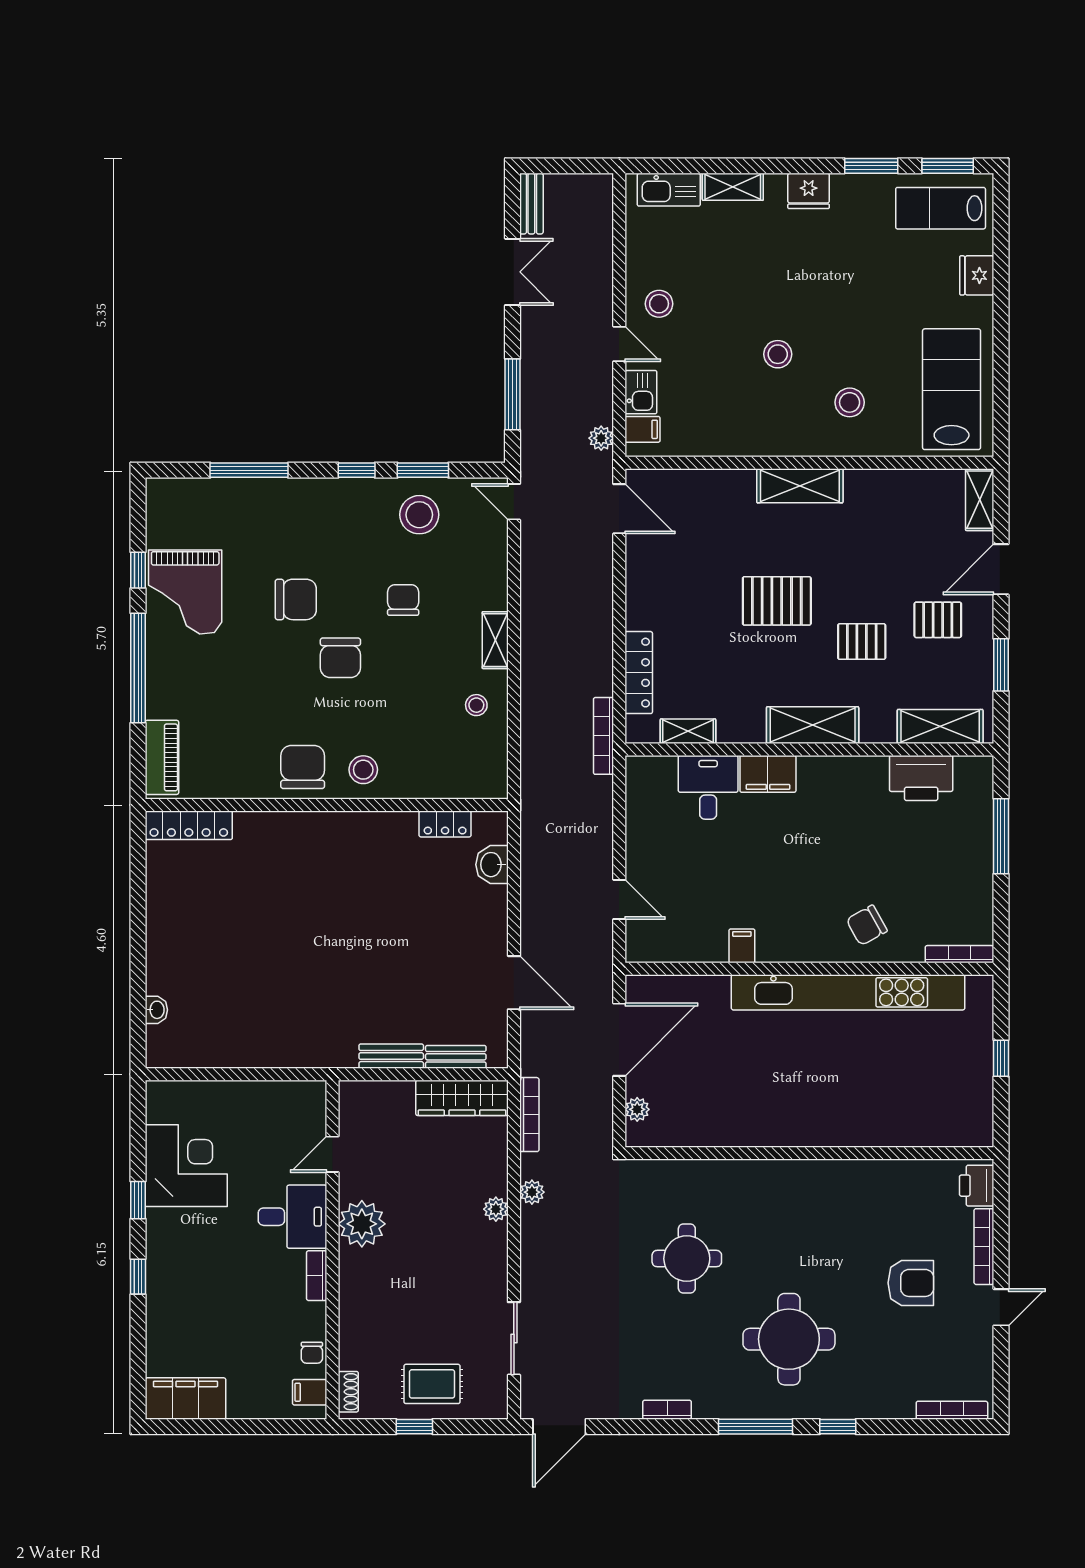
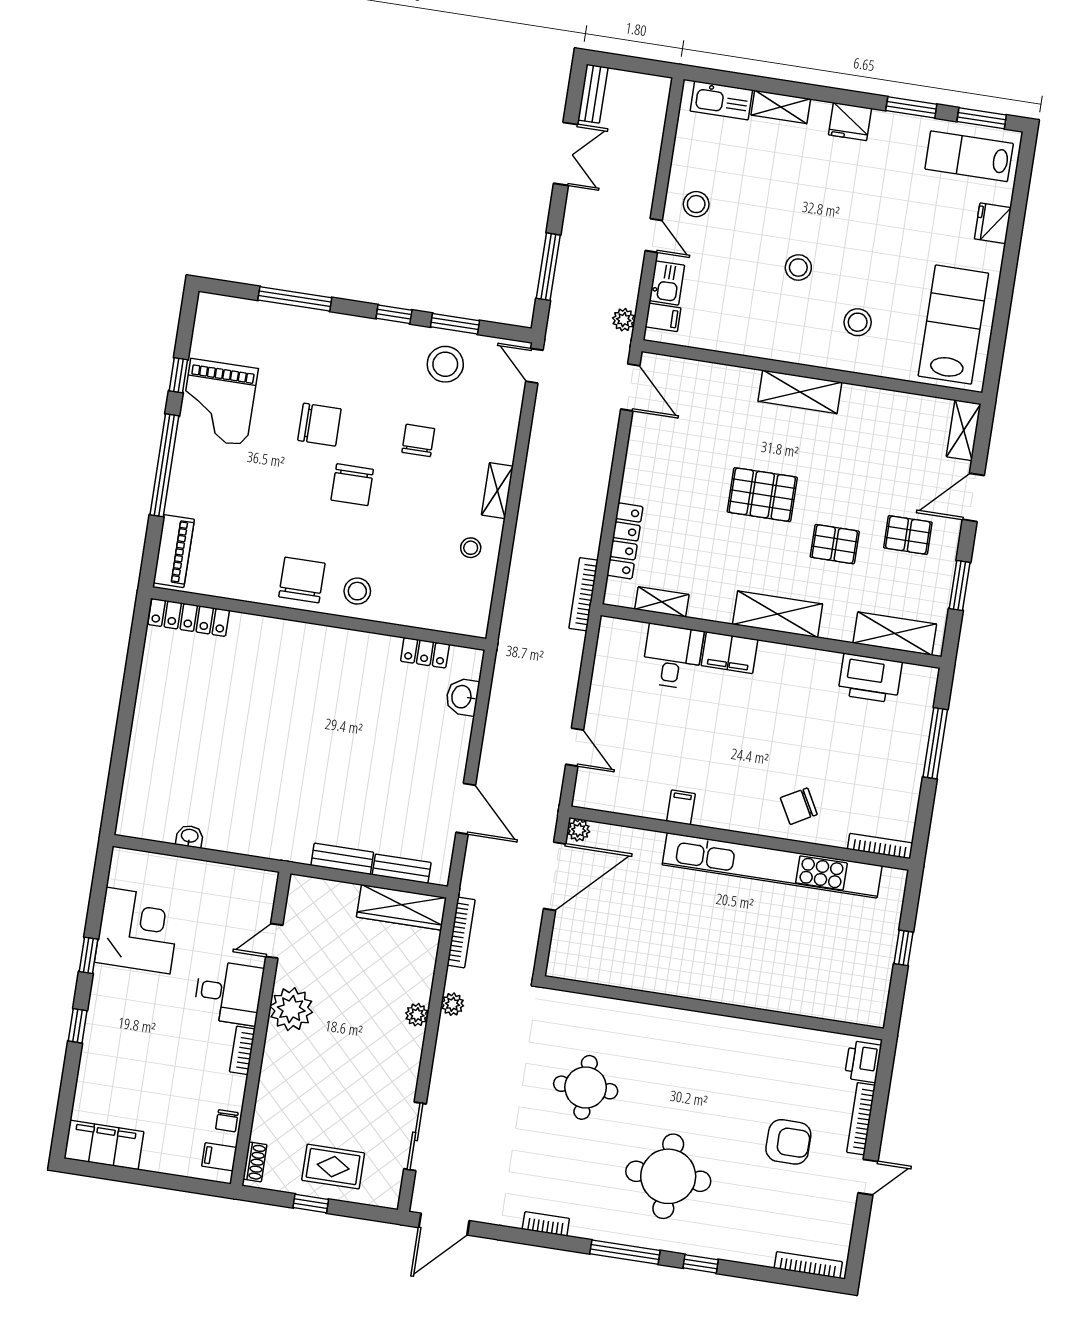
washbasin: (156, 1010) -> (190, 836), moved, turned -90
plant: (637, 1109) -> (579, 830), moved

